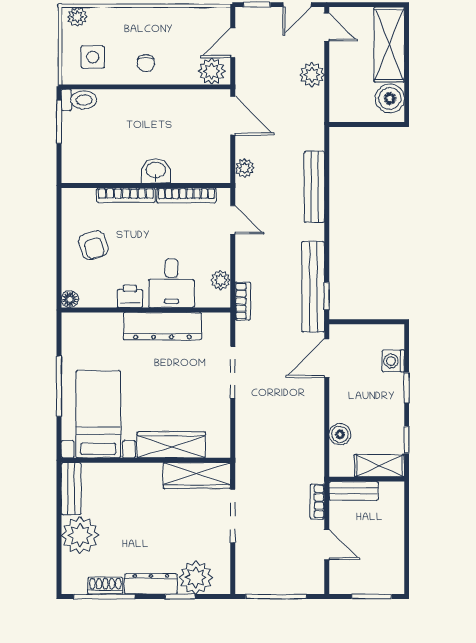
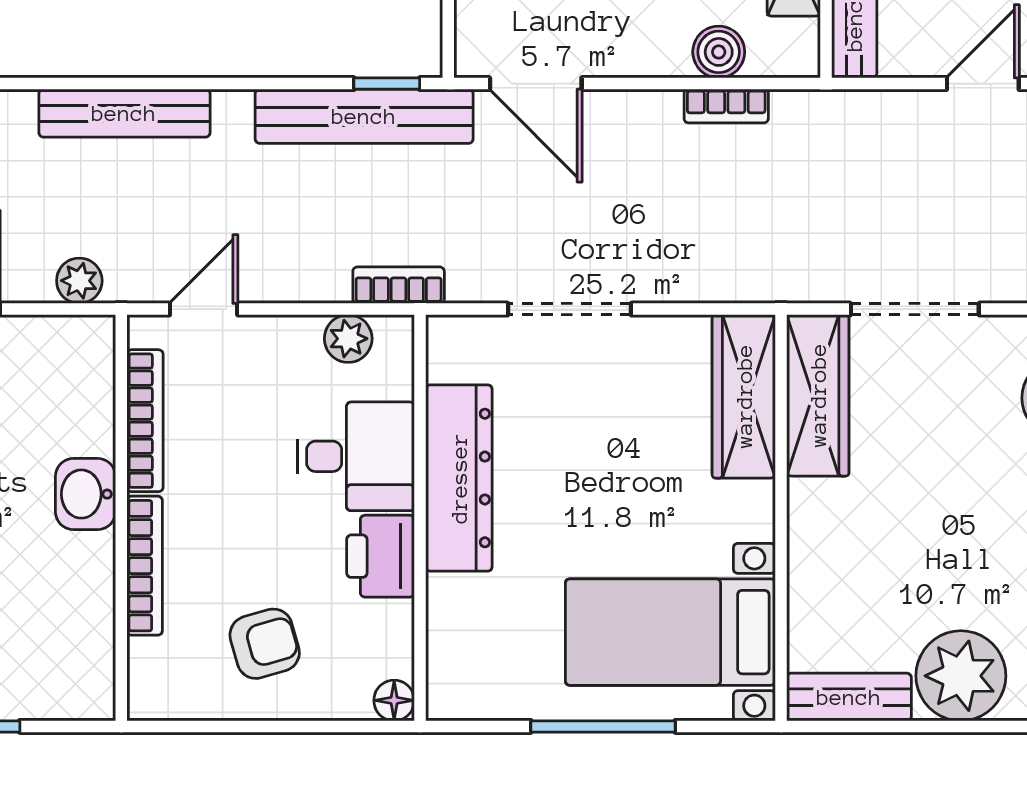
printer: (130, 296) -> (381, 556), width x1.36, depth x1.24
wardrobe: (171, 445) -> (744, 396), moved
bookcase: (317, 501) -> (726, 106), moved

